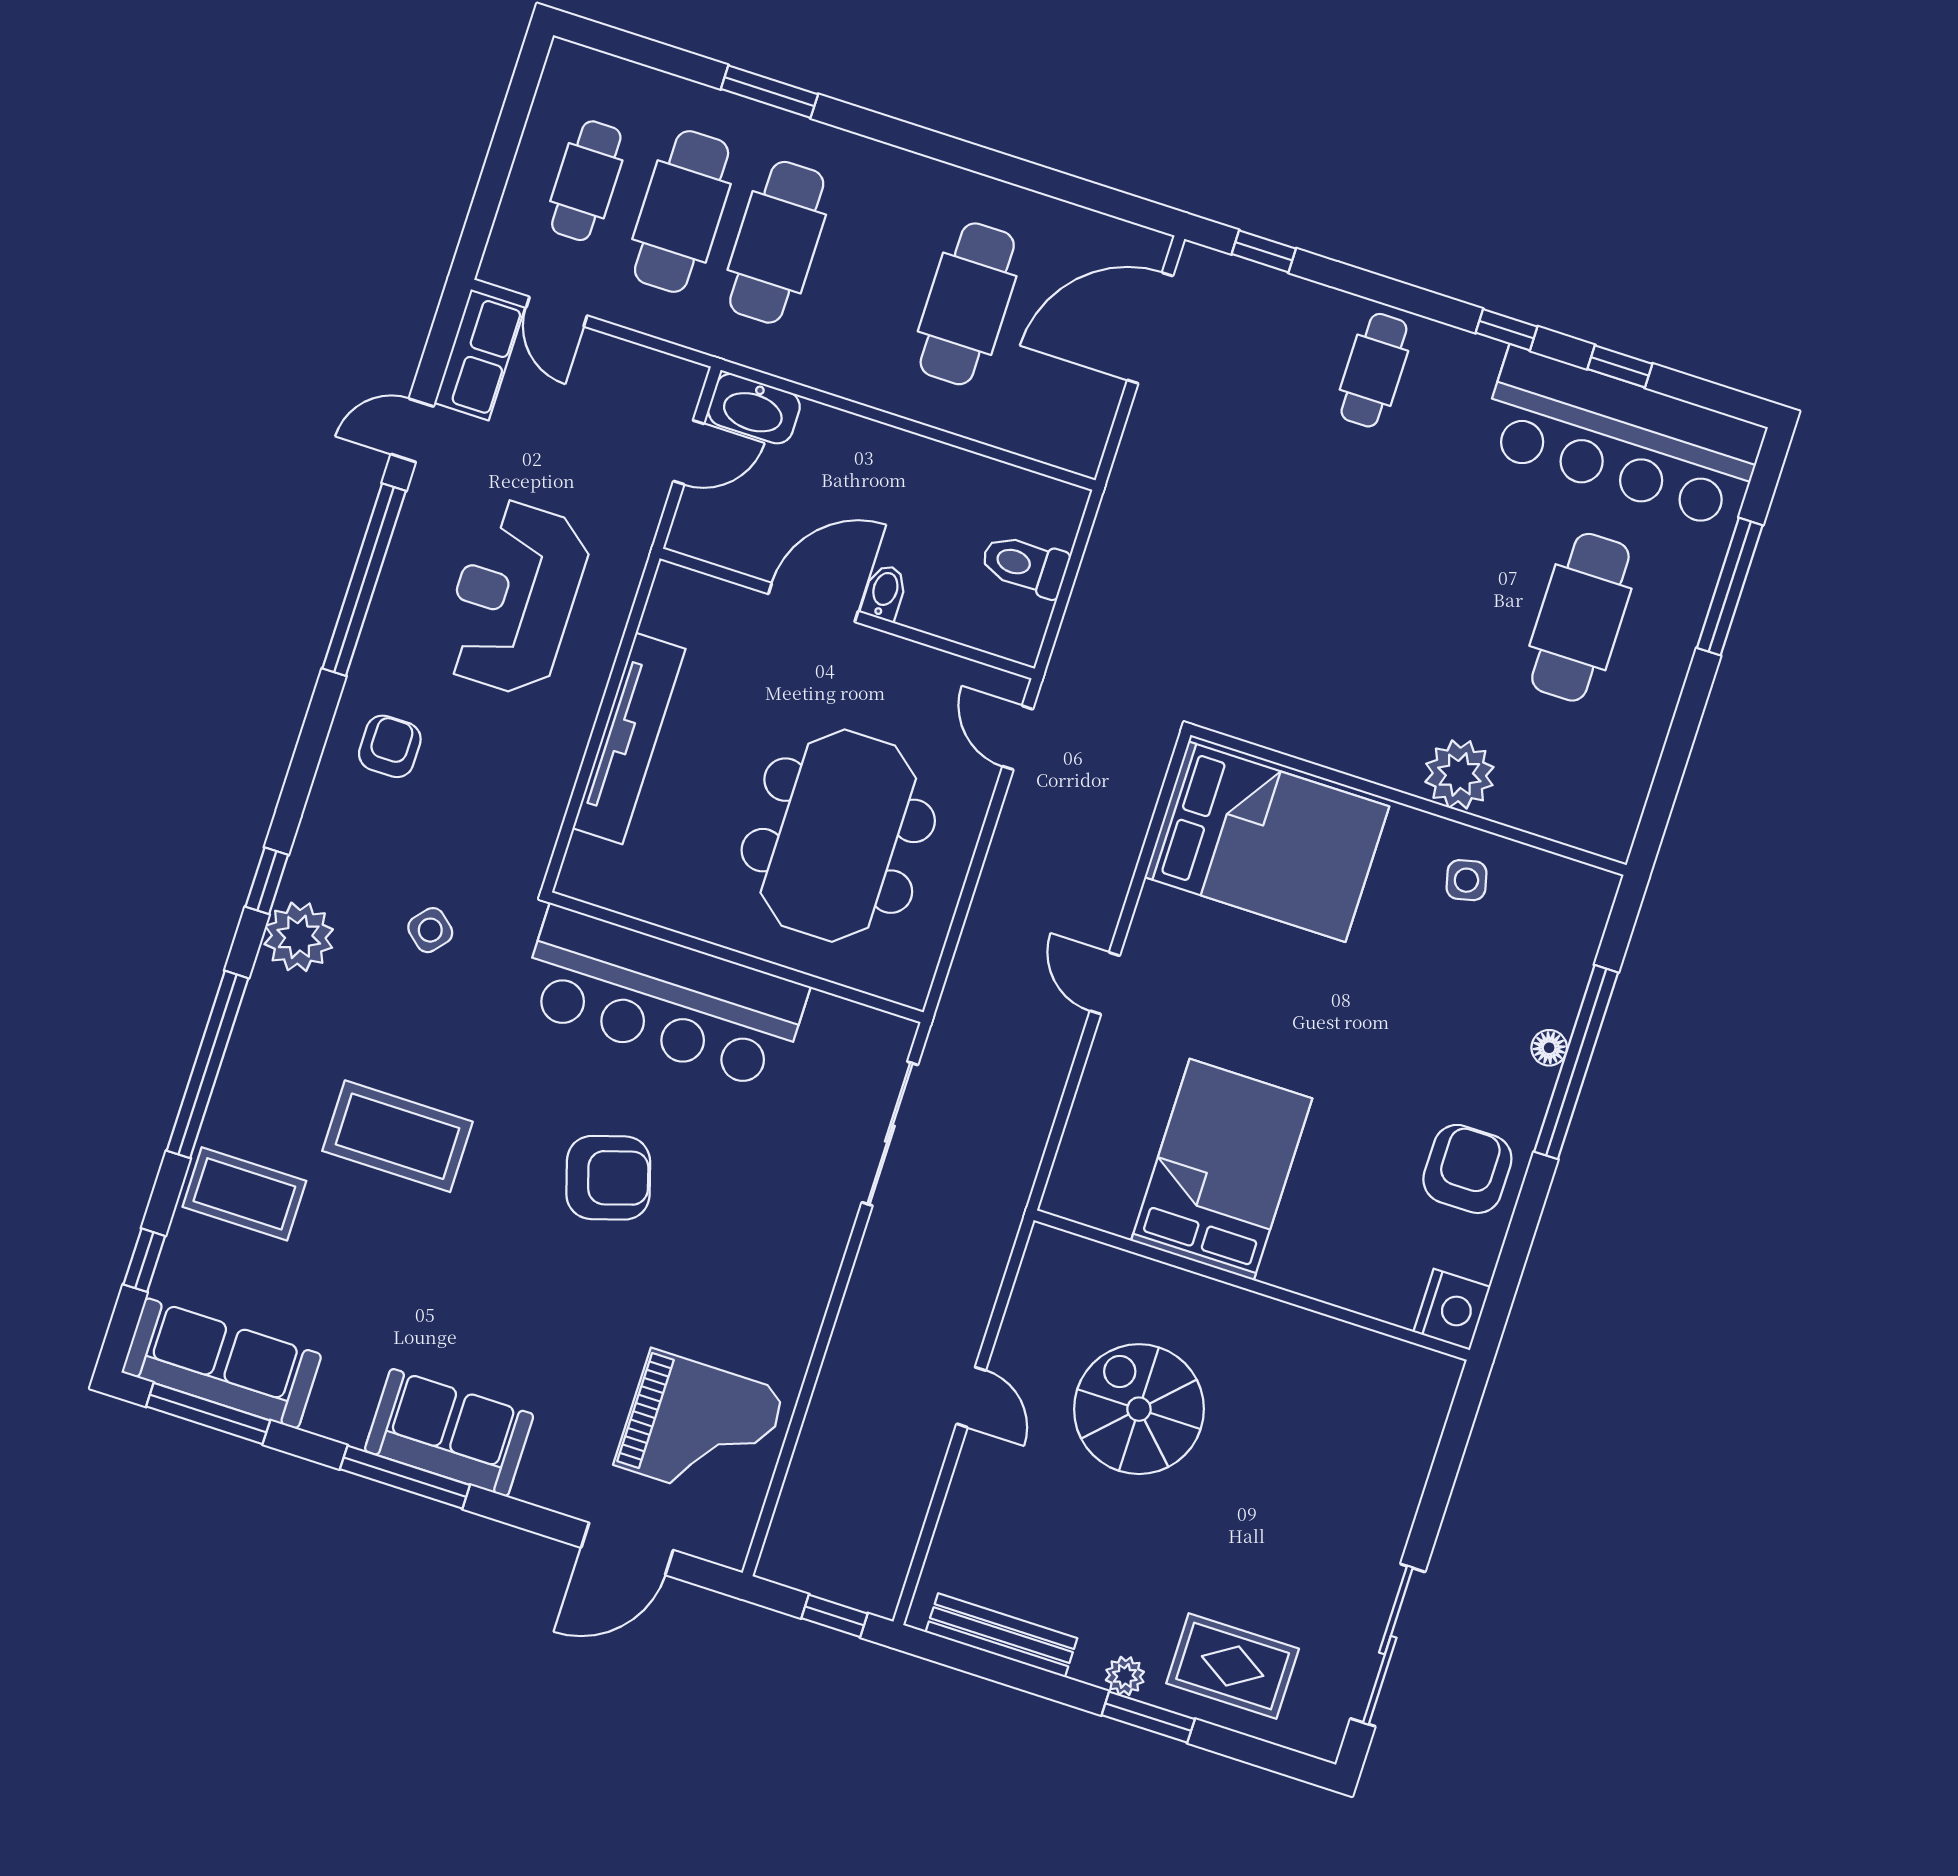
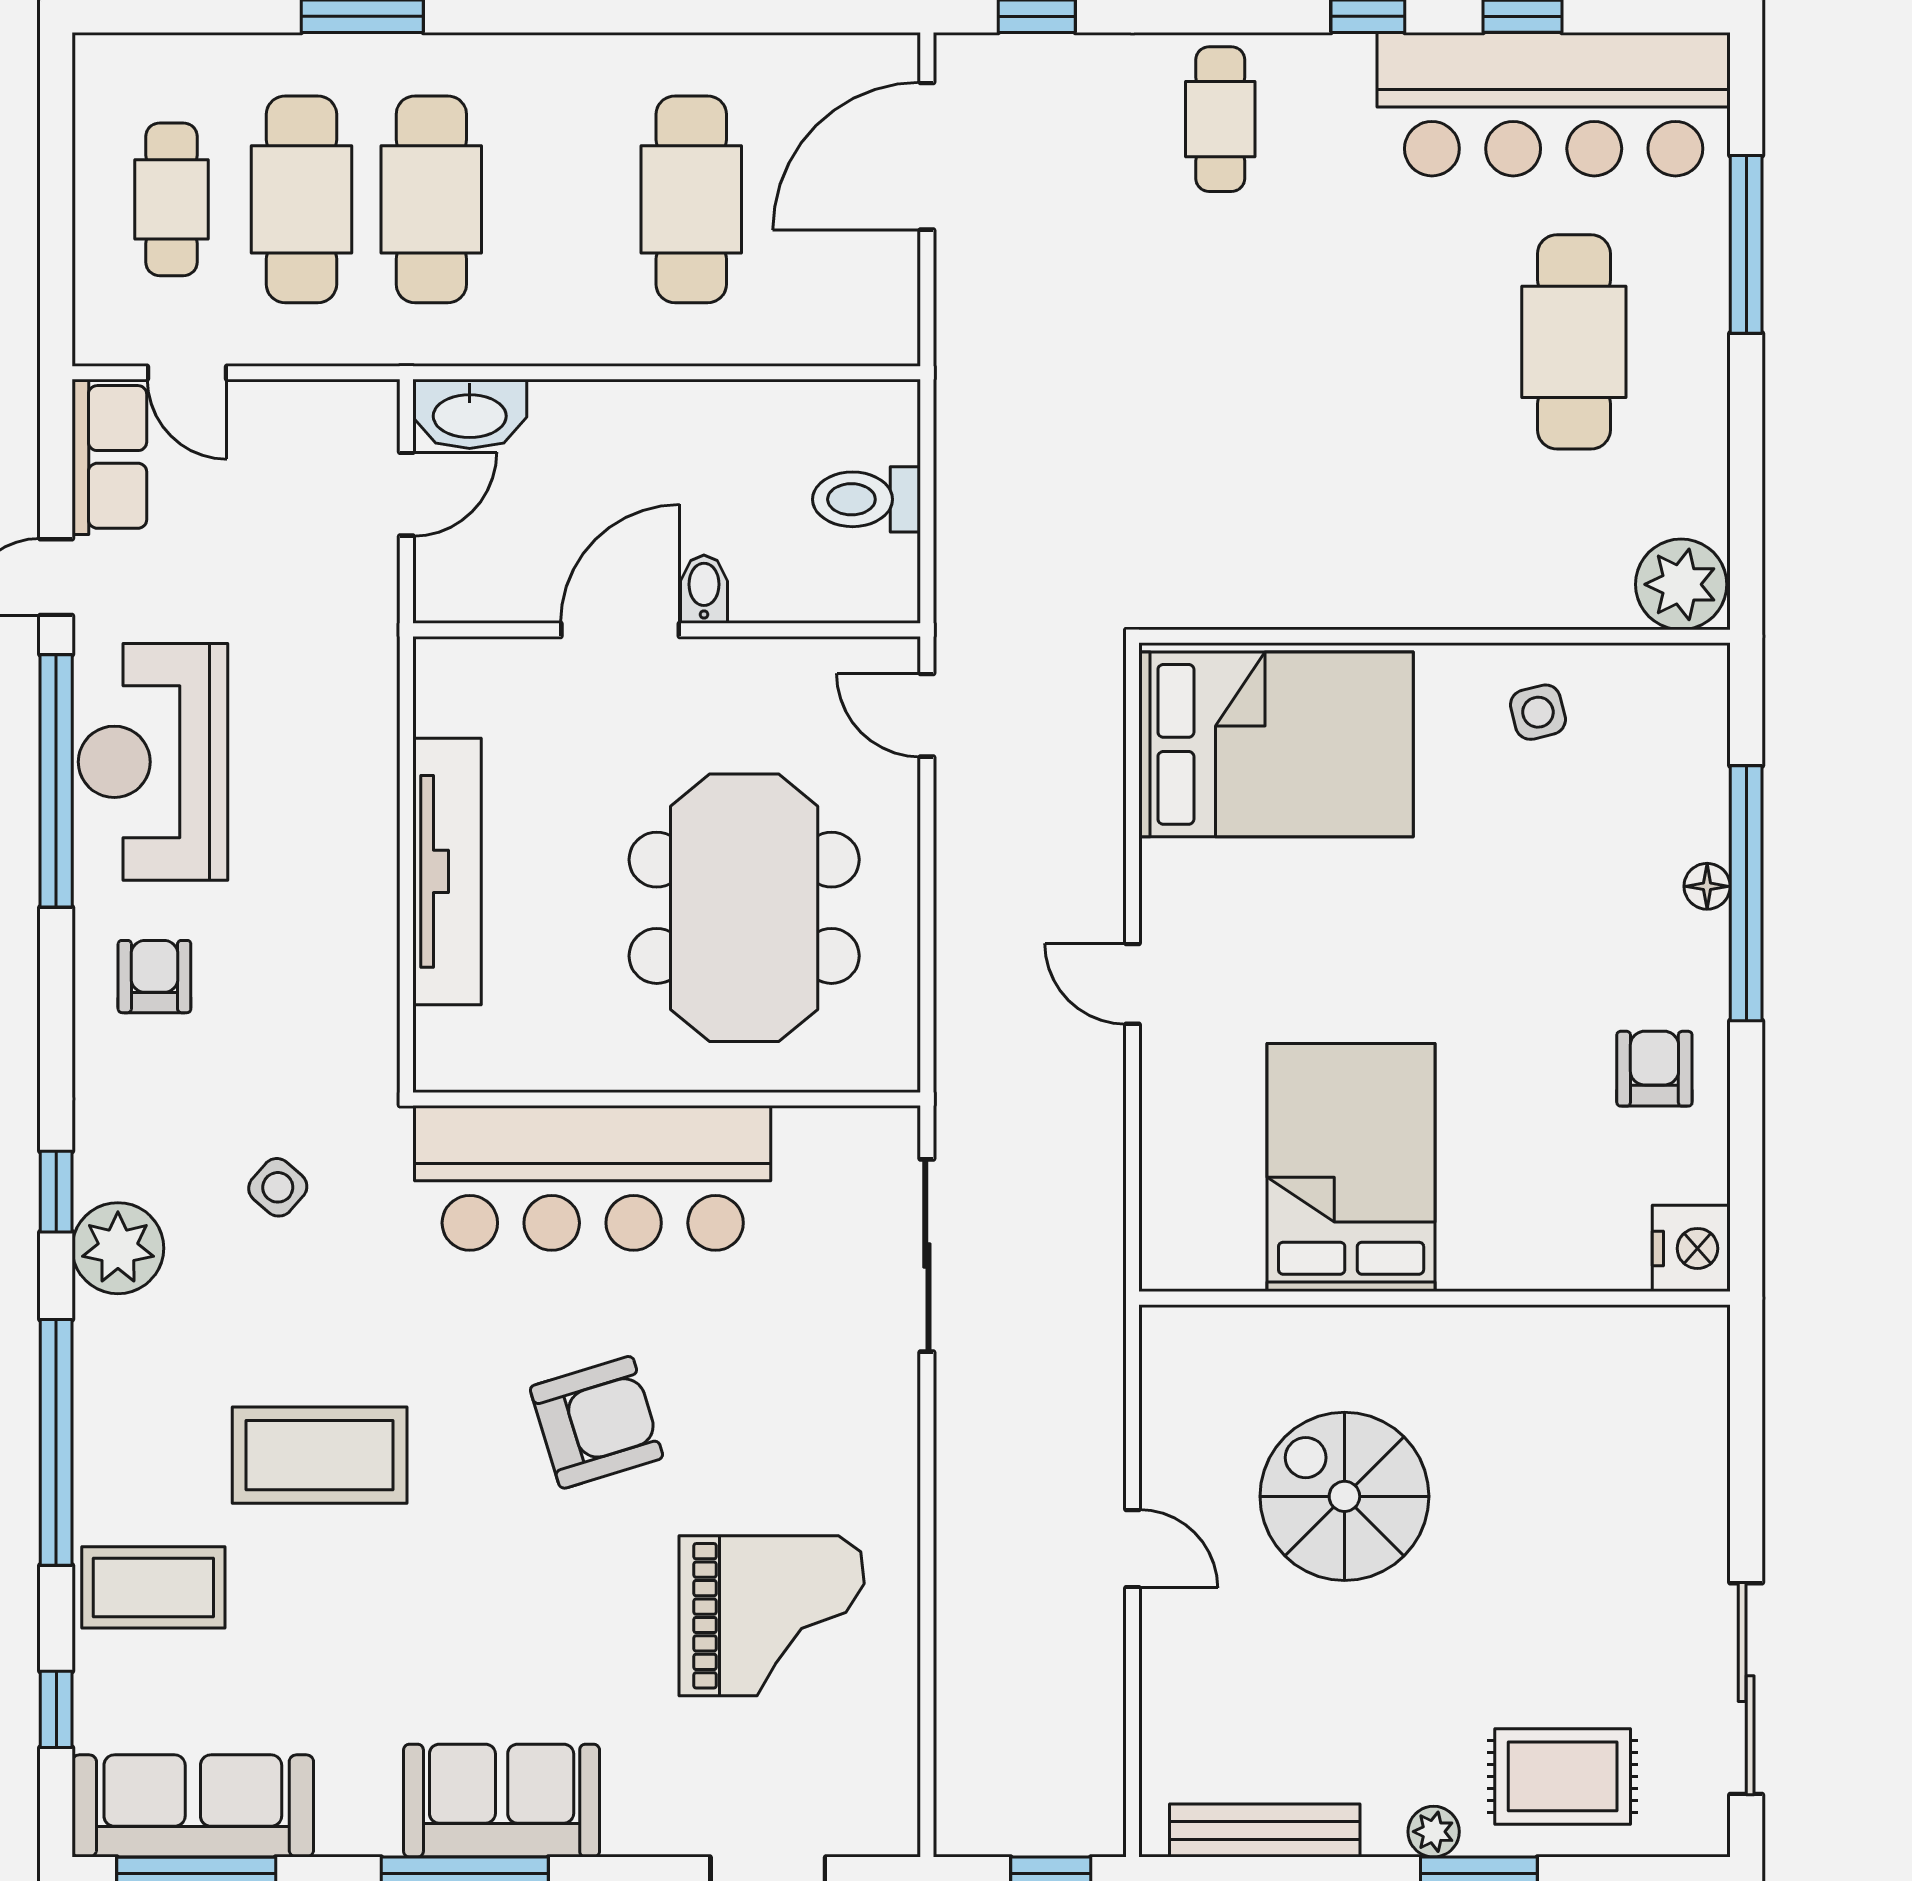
reception desk: (514, 598) -> (153, 762), moved
plant: (1459, 774) -> (1681, 584), moved
armchair: (1467, 1169) -> (1654, 1069), width x0.72, depth x0.72
grand piano: (700, 1428) -> (772, 1616), moved

